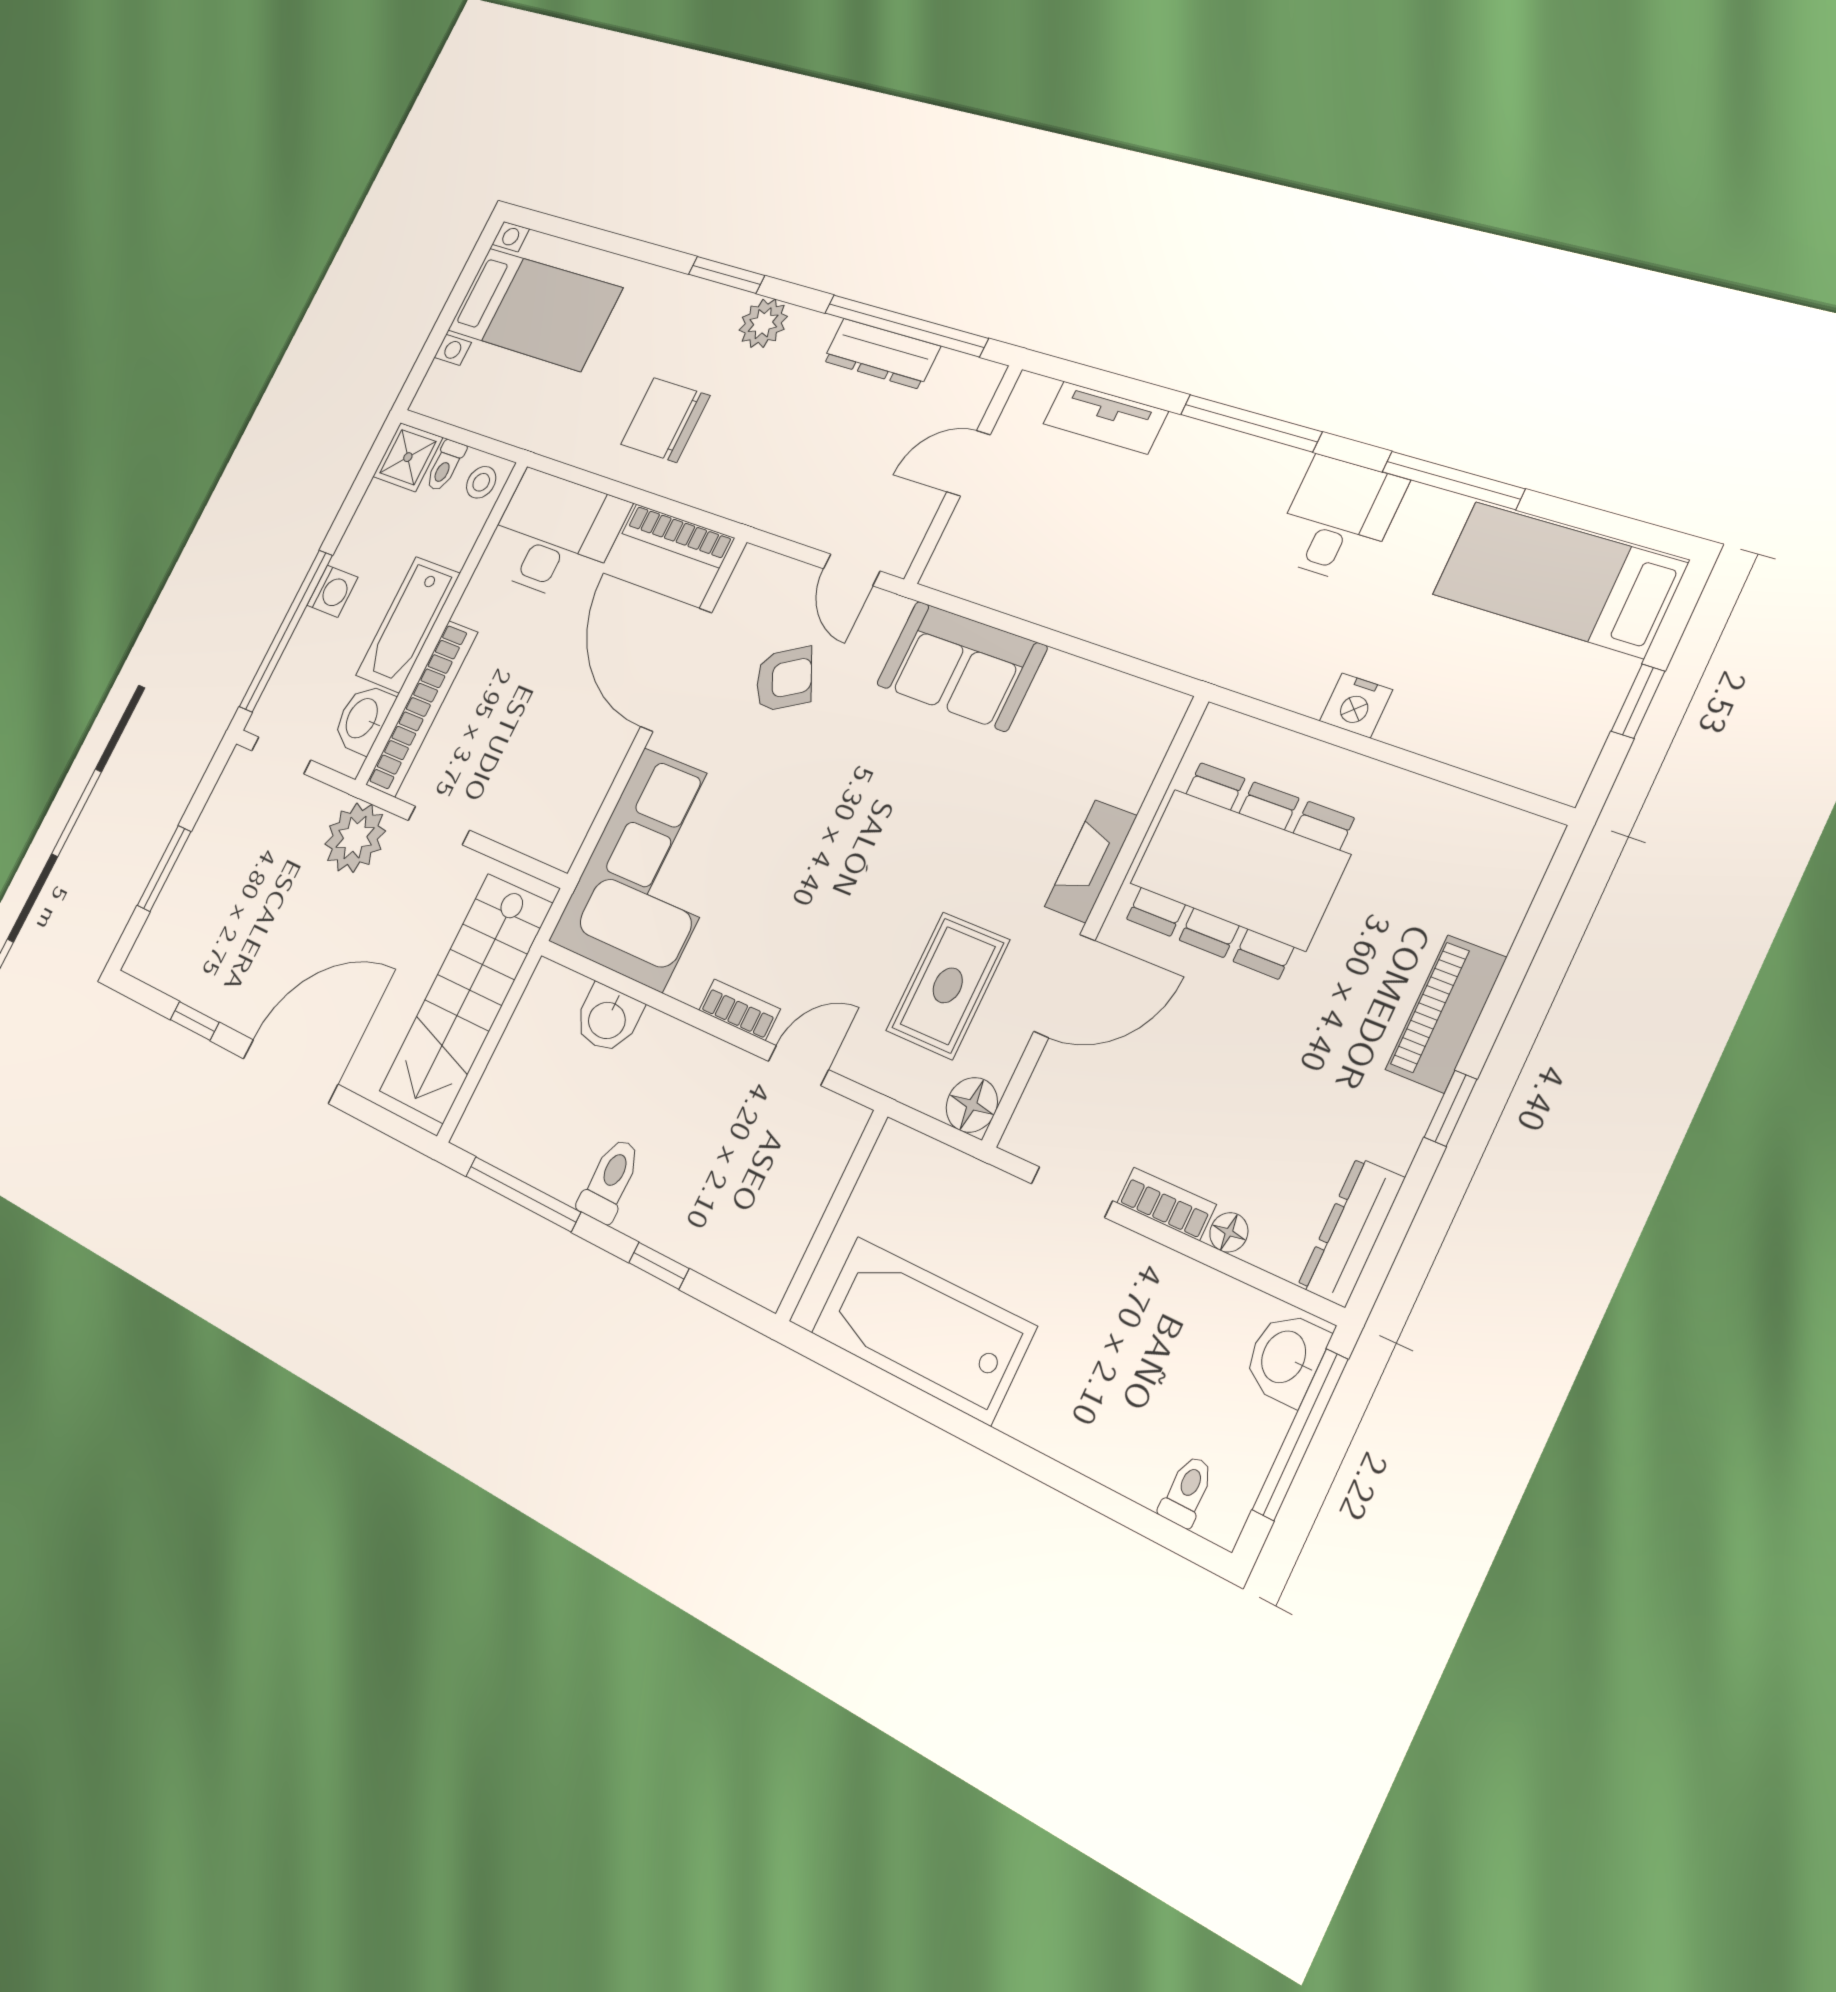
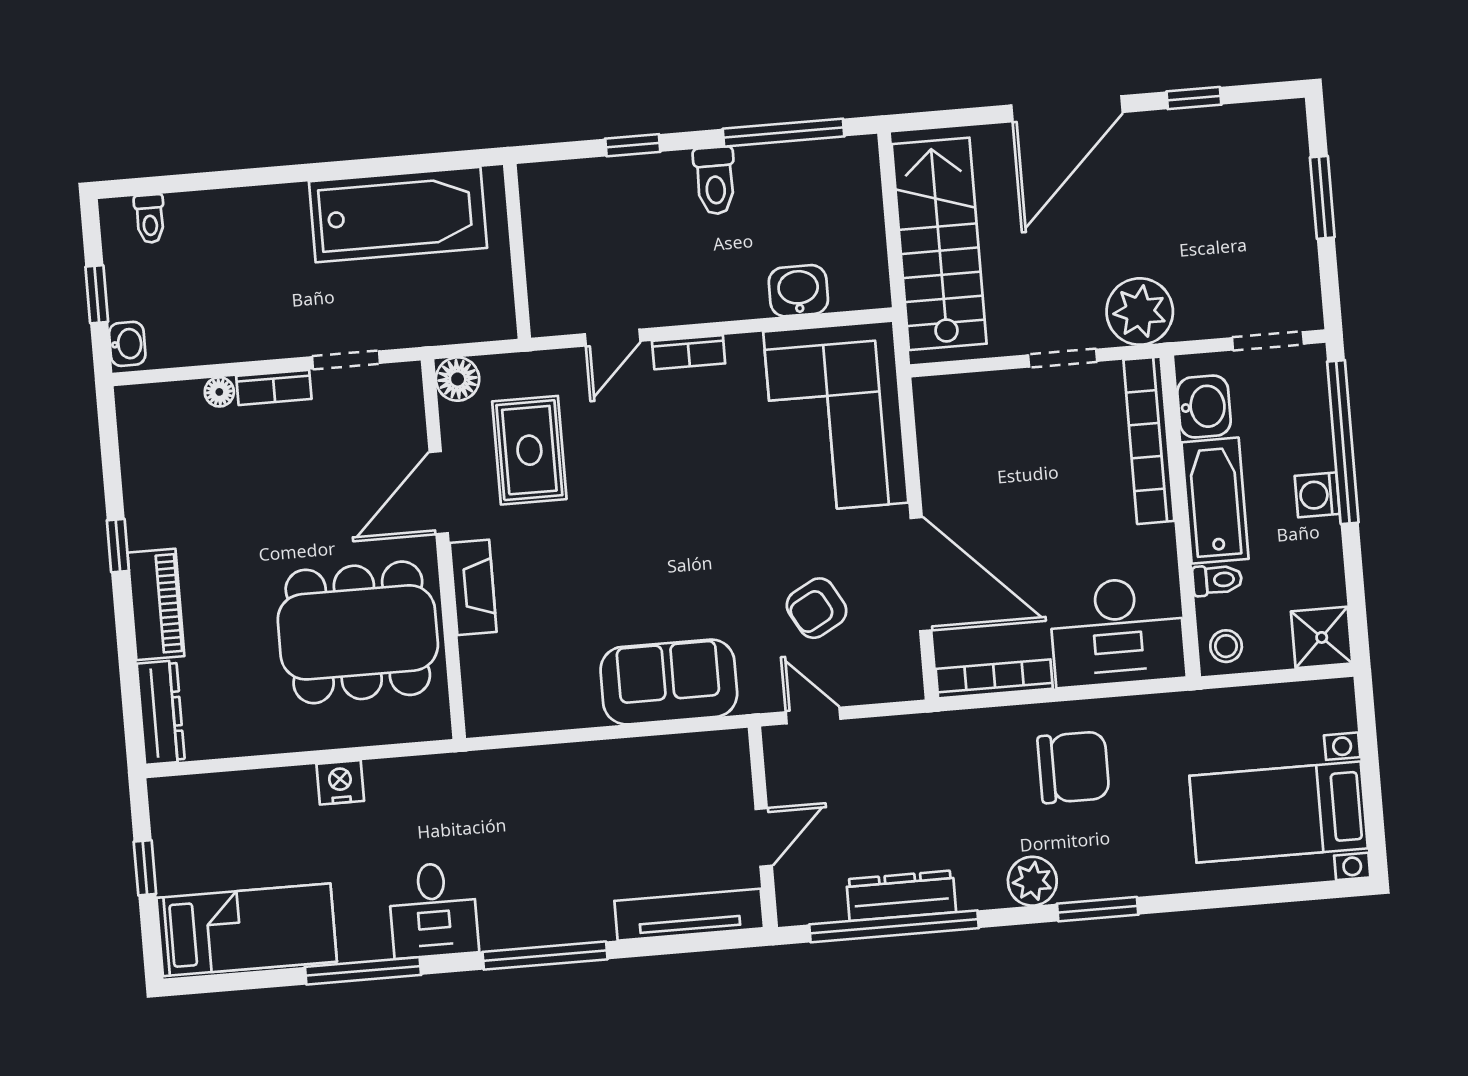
tv unit: (1105, 418) -> (689, 915), width x1.41
toilet: (445, 465) -> (1217, 580), moved, turned 90
dresser: (1351, 1232) -> (161, 713), moved
washbasin: (1285, 1358) -> (127, 344), width x0.72, depth x0.69
window: (1300, 1434) -> (97, 294), width x0.46

